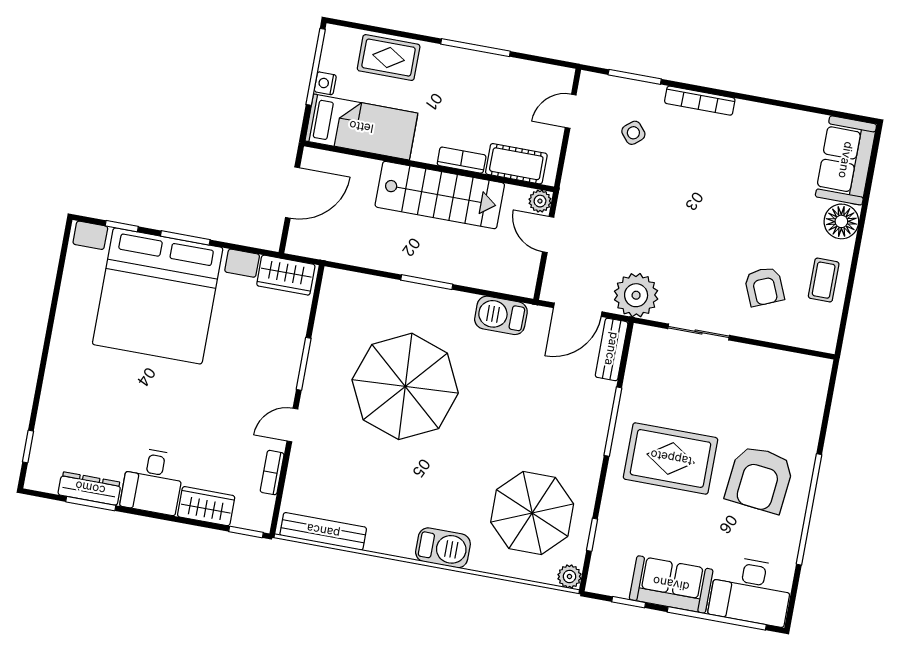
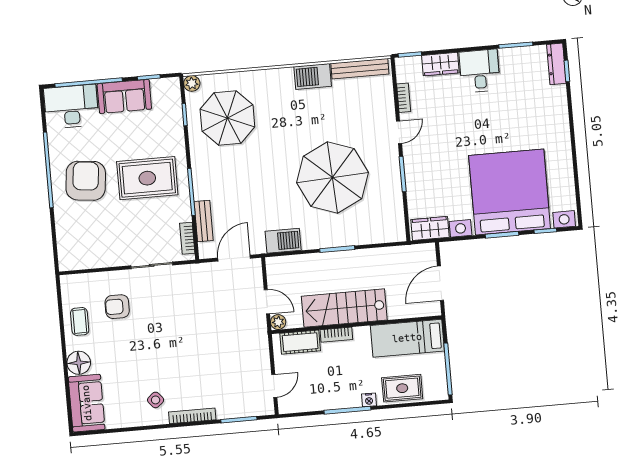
nightstand: (325, 83) -> (369, 400), moved, turned 90
side table: (633, 133) -> (156, 400), moved
armchair: (764, 287) -> (117, 307), turned -67
plant: (636, 295) -> (199, 278), removed
bench: (612, 349) -> (204, 221), moved
bookcase: (637, 357) -> (187, 238), added
dresser: (90, 488) -> (556, 64), moved, turned 90
barbecue: (443, 548) -> (313, 76), moved

